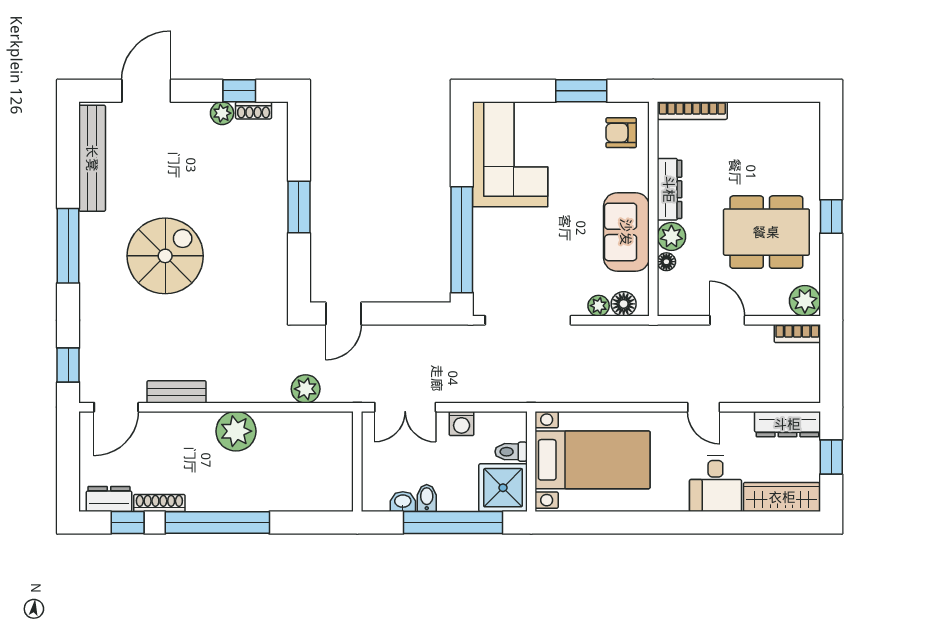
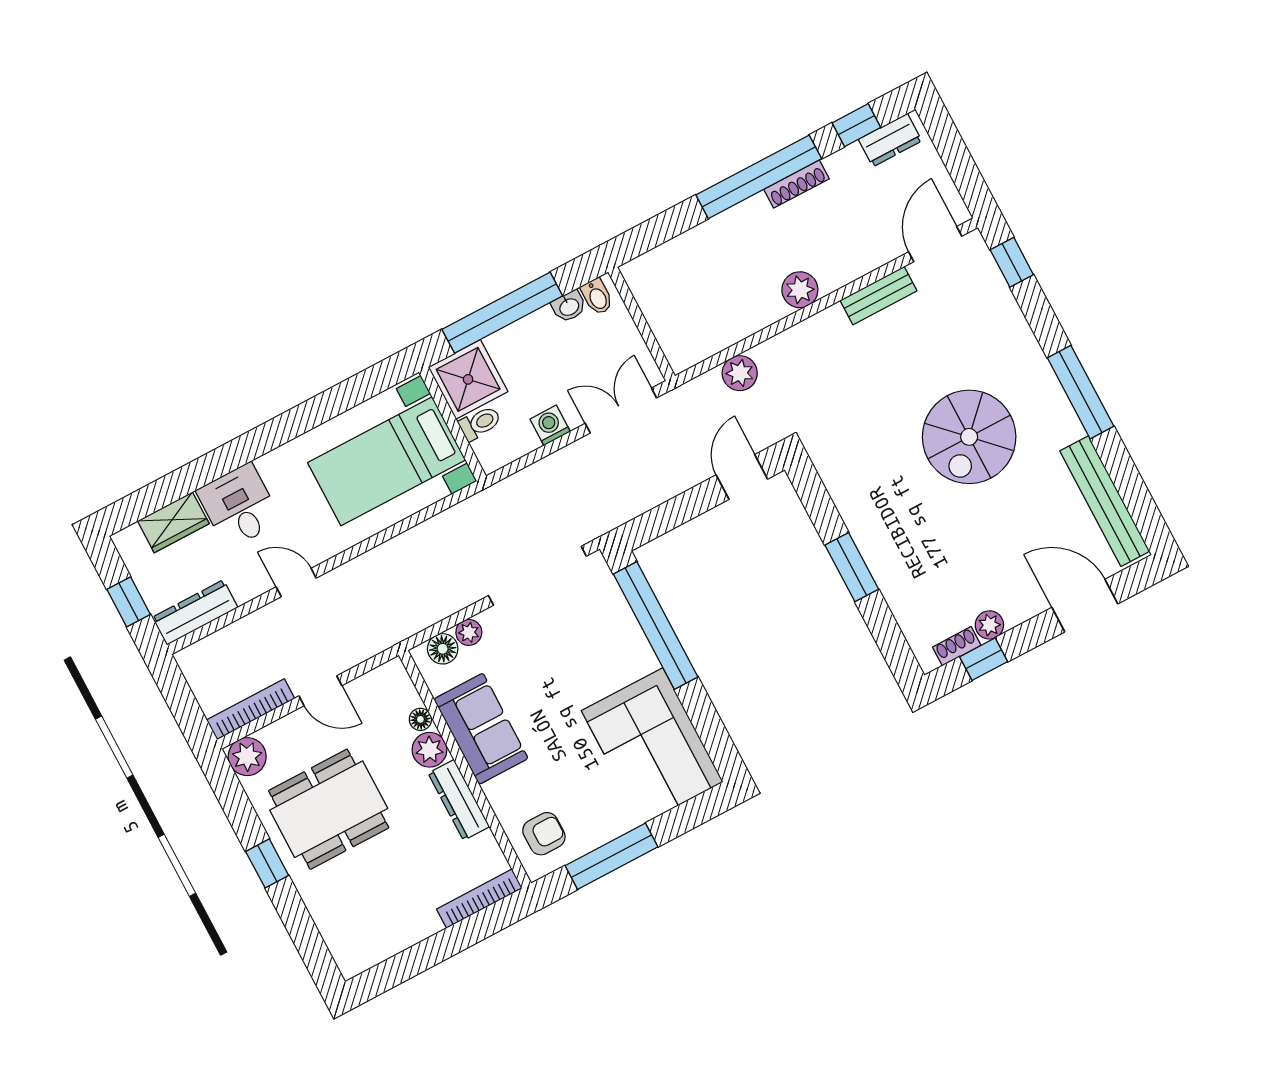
door: (146, 91) -> (1085, 606), swing flipped
window: (581, 91) -> (612, 856), width x1.44
bookcase: (797, 334) -> (251, 709), width x1.56
plant: (236, 431) -> (800, 290), width x0.73, depth x0.73
wardrobe: (782, 497) -> (173, 522), width x0.67
bidet: (427, 498) -> (597, 297), moved
shoe rack: (159, 503) -> (797, 184), moved

